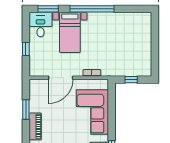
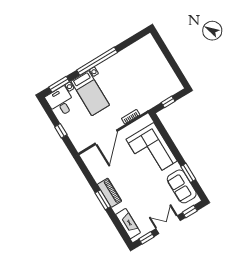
window: (26, 109) -> (103, 200), moved

